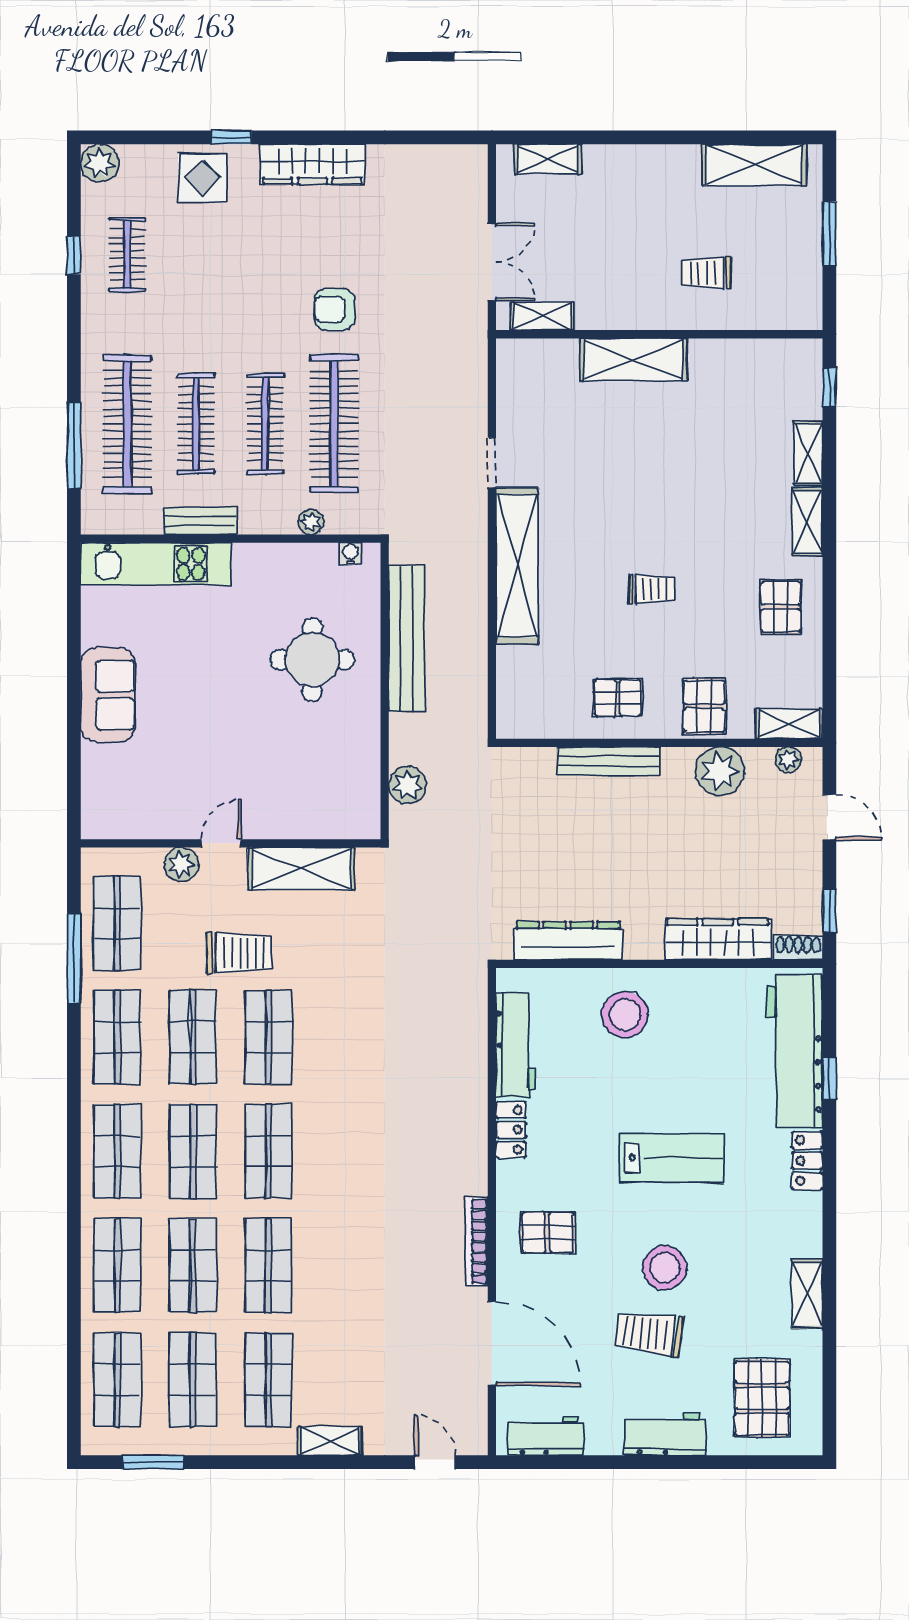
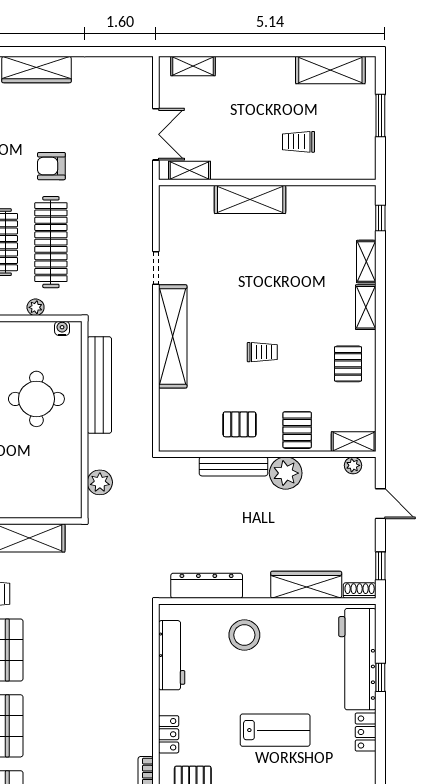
plant: (720, 771) -> (286, 473), moved
locker: (511, 1130) -> (169, 734), moved

